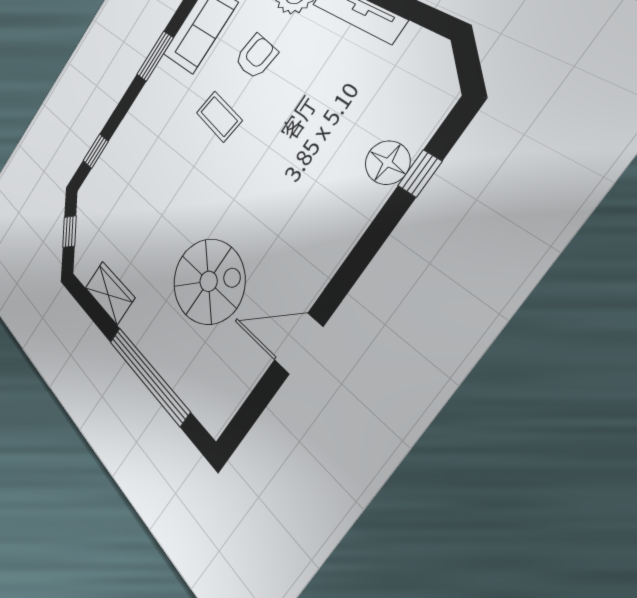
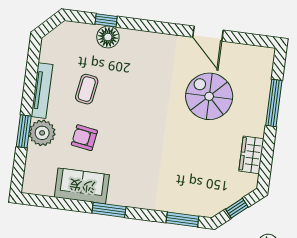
coffee table: (219, 116) -> (87, 89), moved
window: (96, 151) -> (182, 220), width x1.50
window: (148, 375) -> (274, 103), width x0.68

